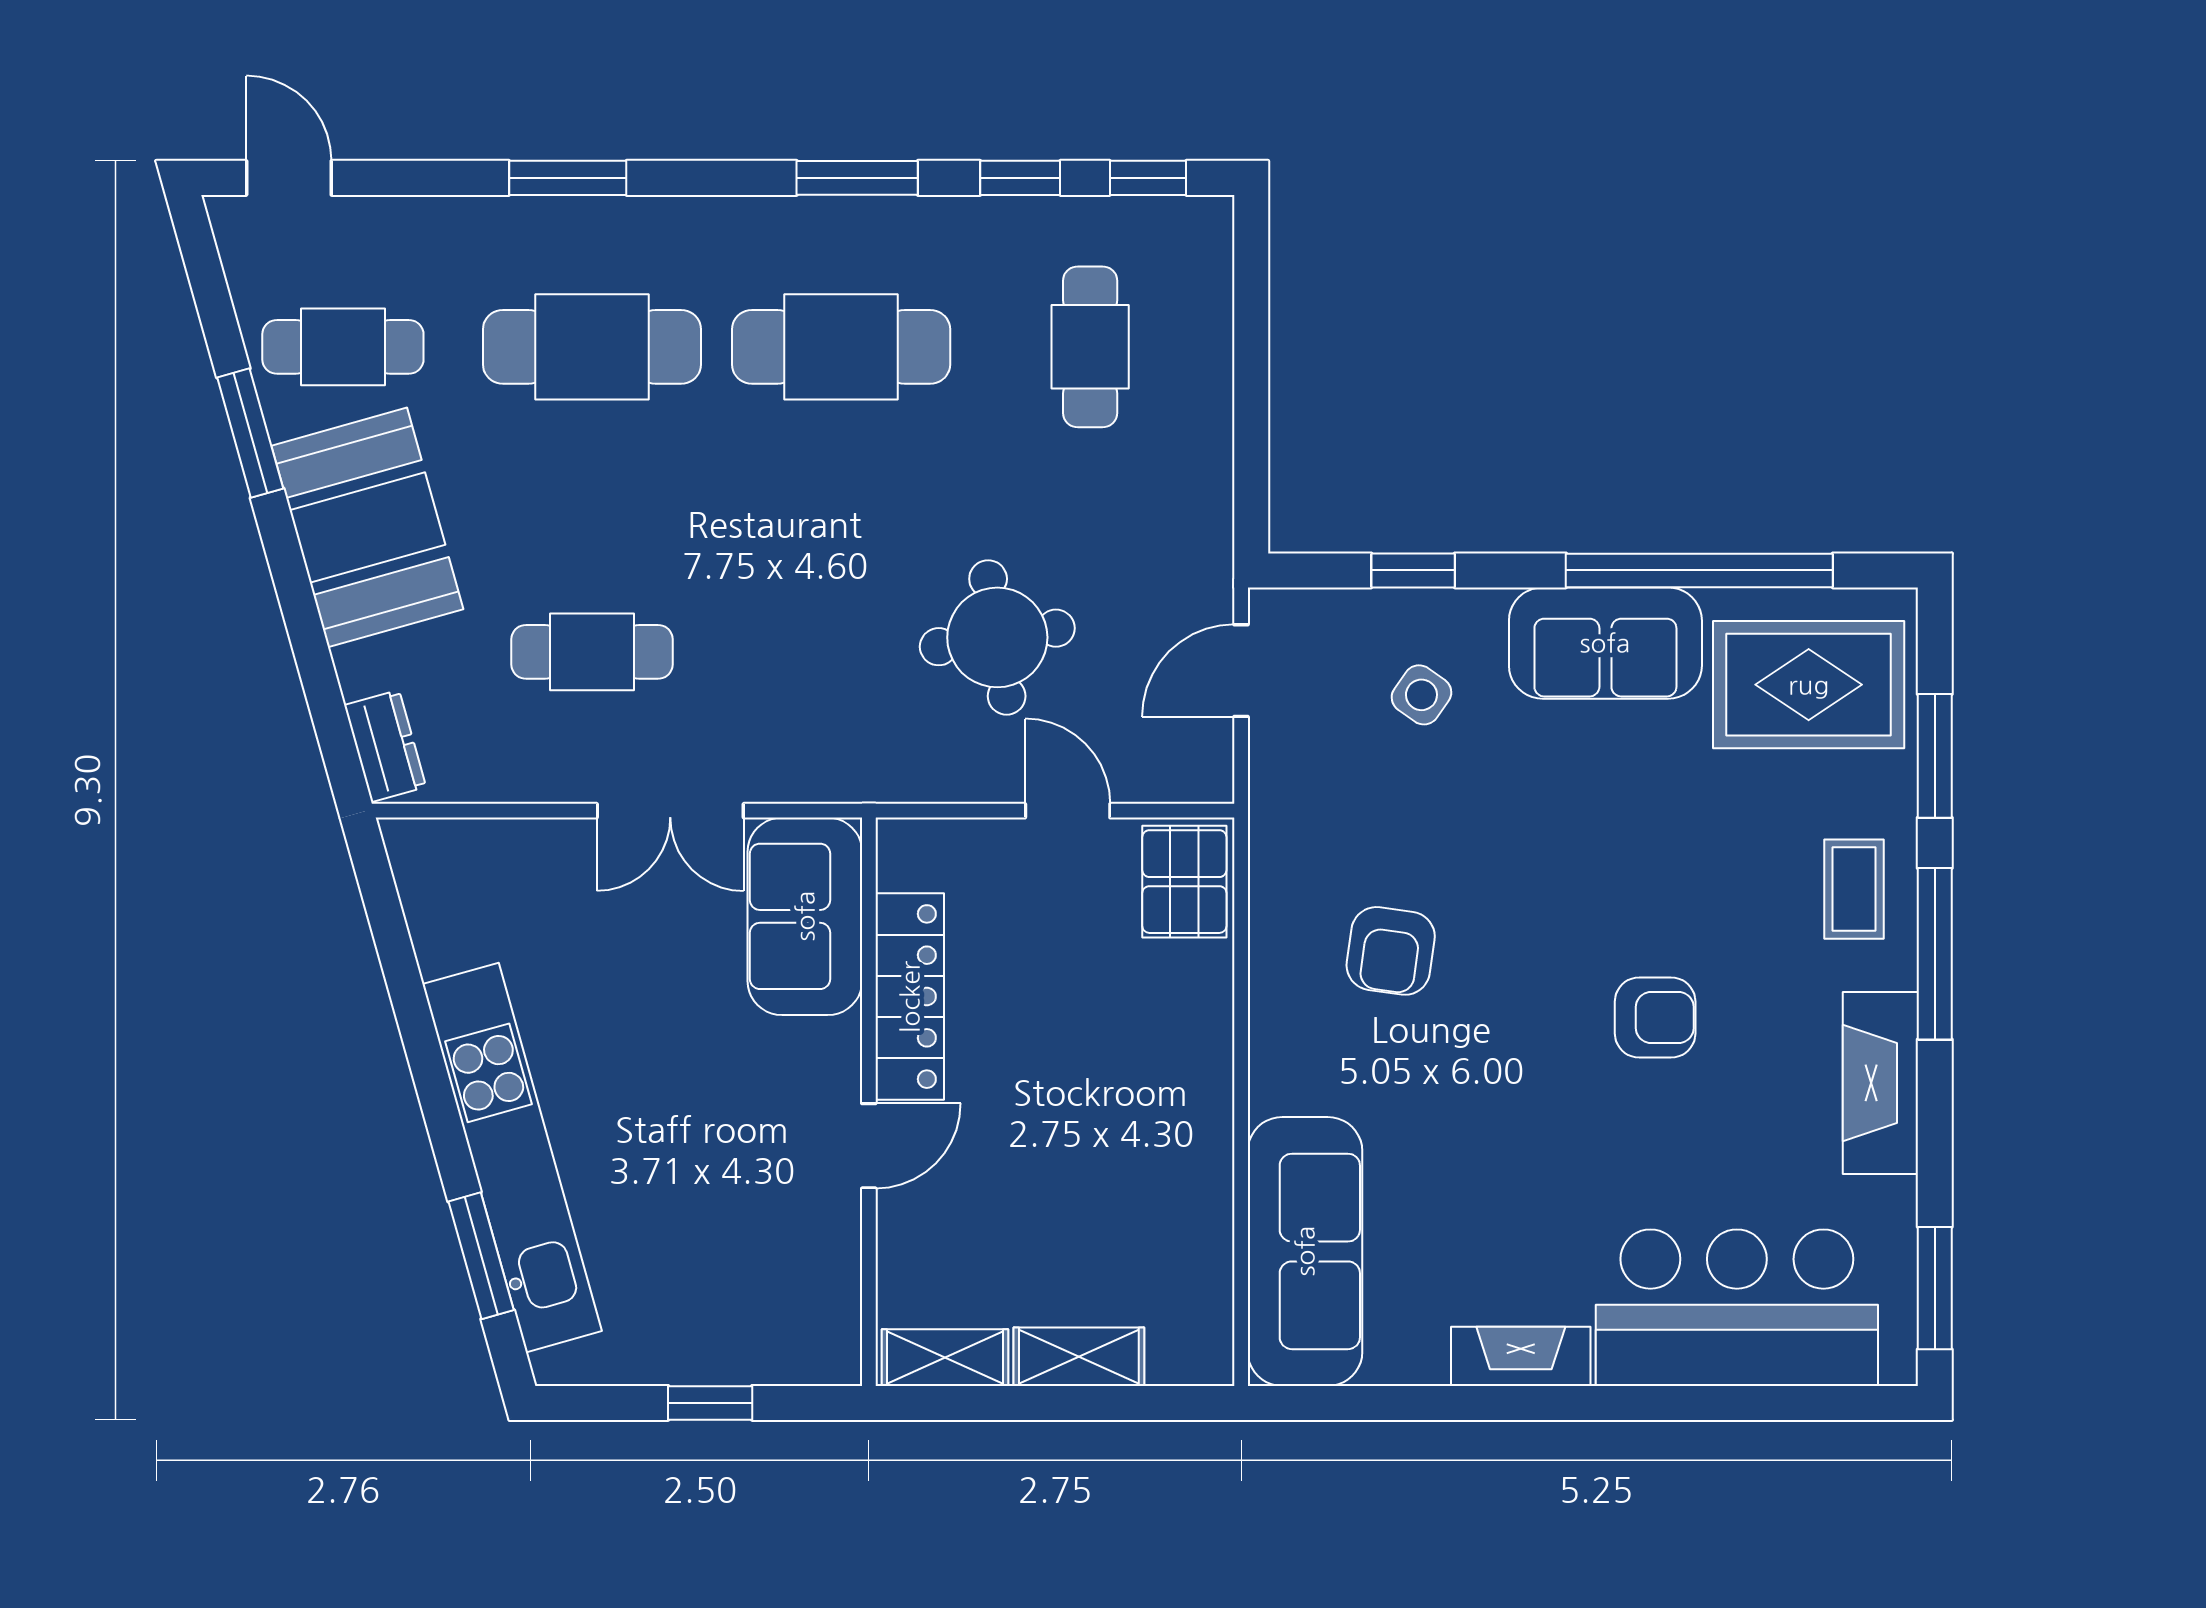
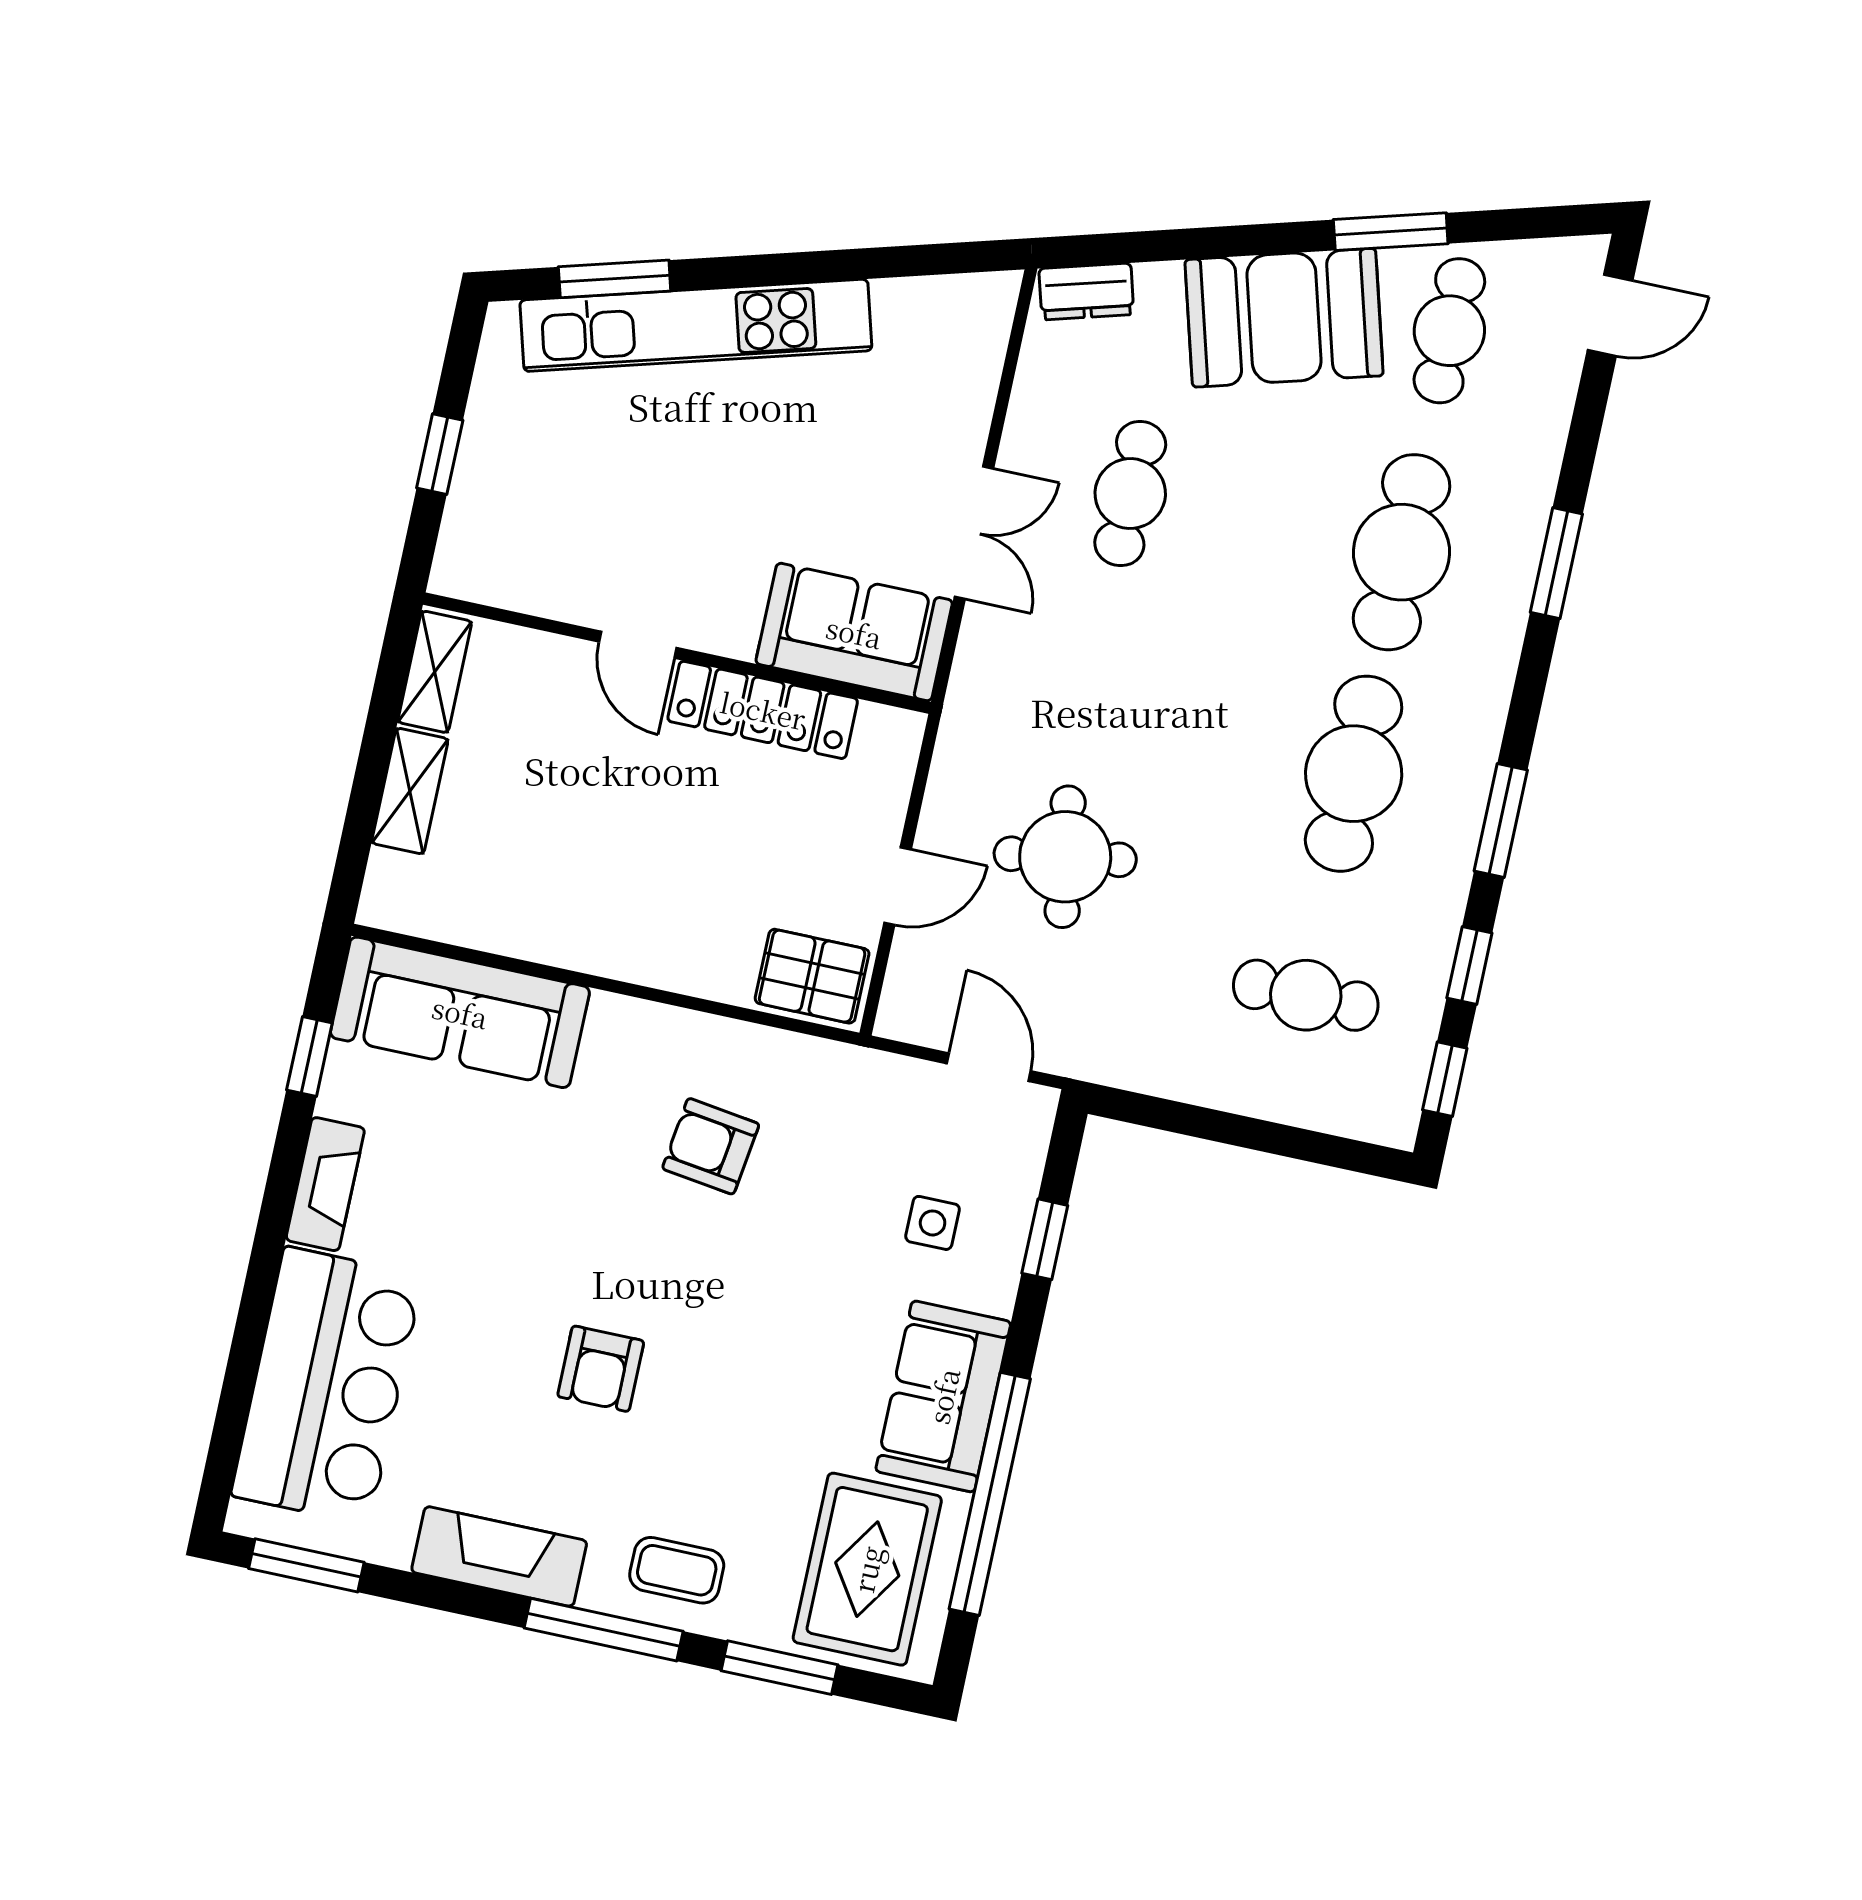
side table: (1421, 695) -> (933, 1223), turned -35
double door: (670, 811) -> (974, 533), swing flipped
window: (1387, 1403) -> (309, 1057), added

